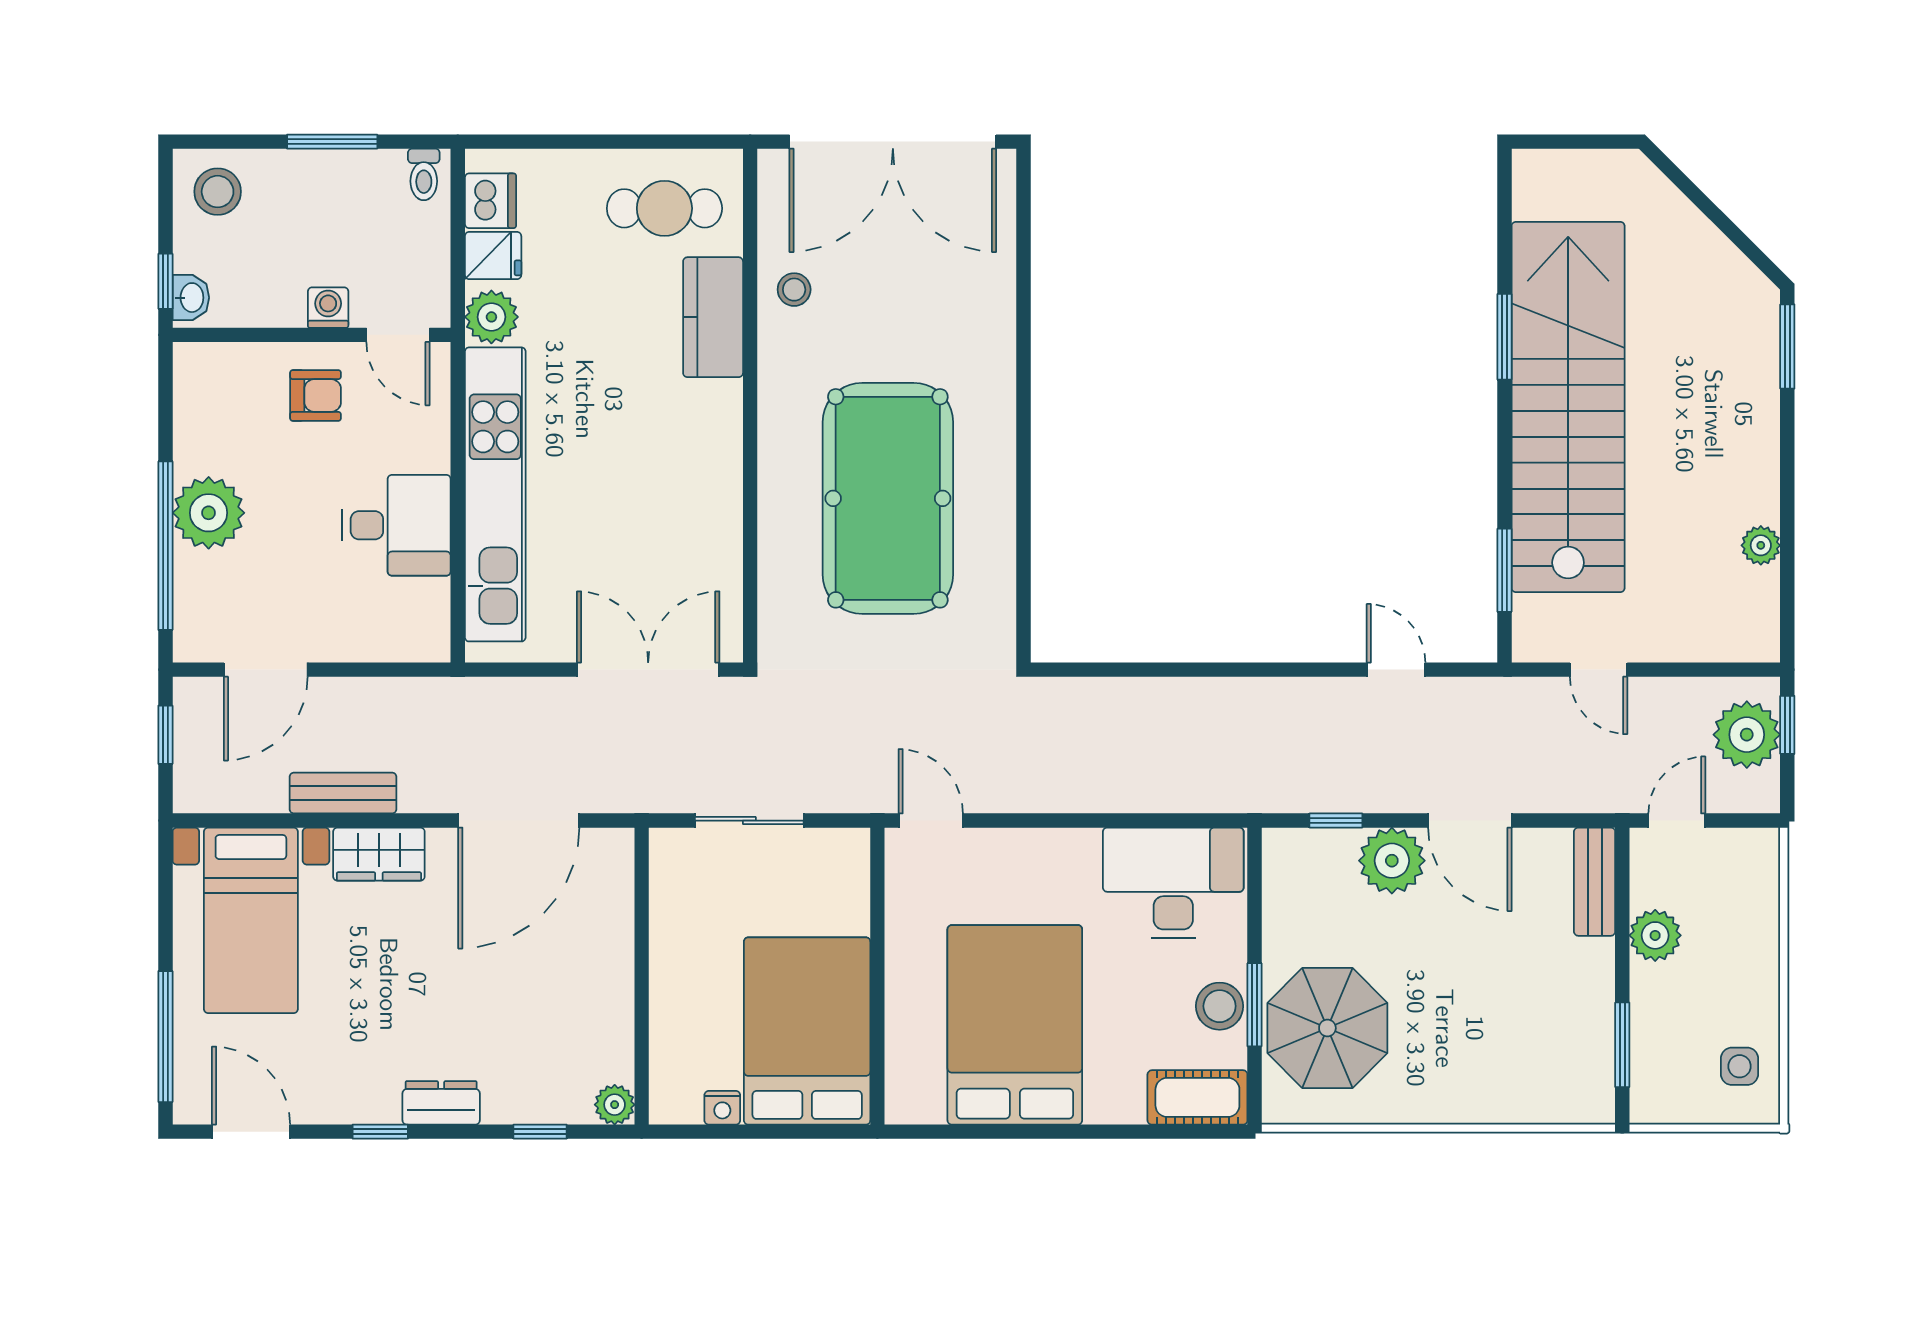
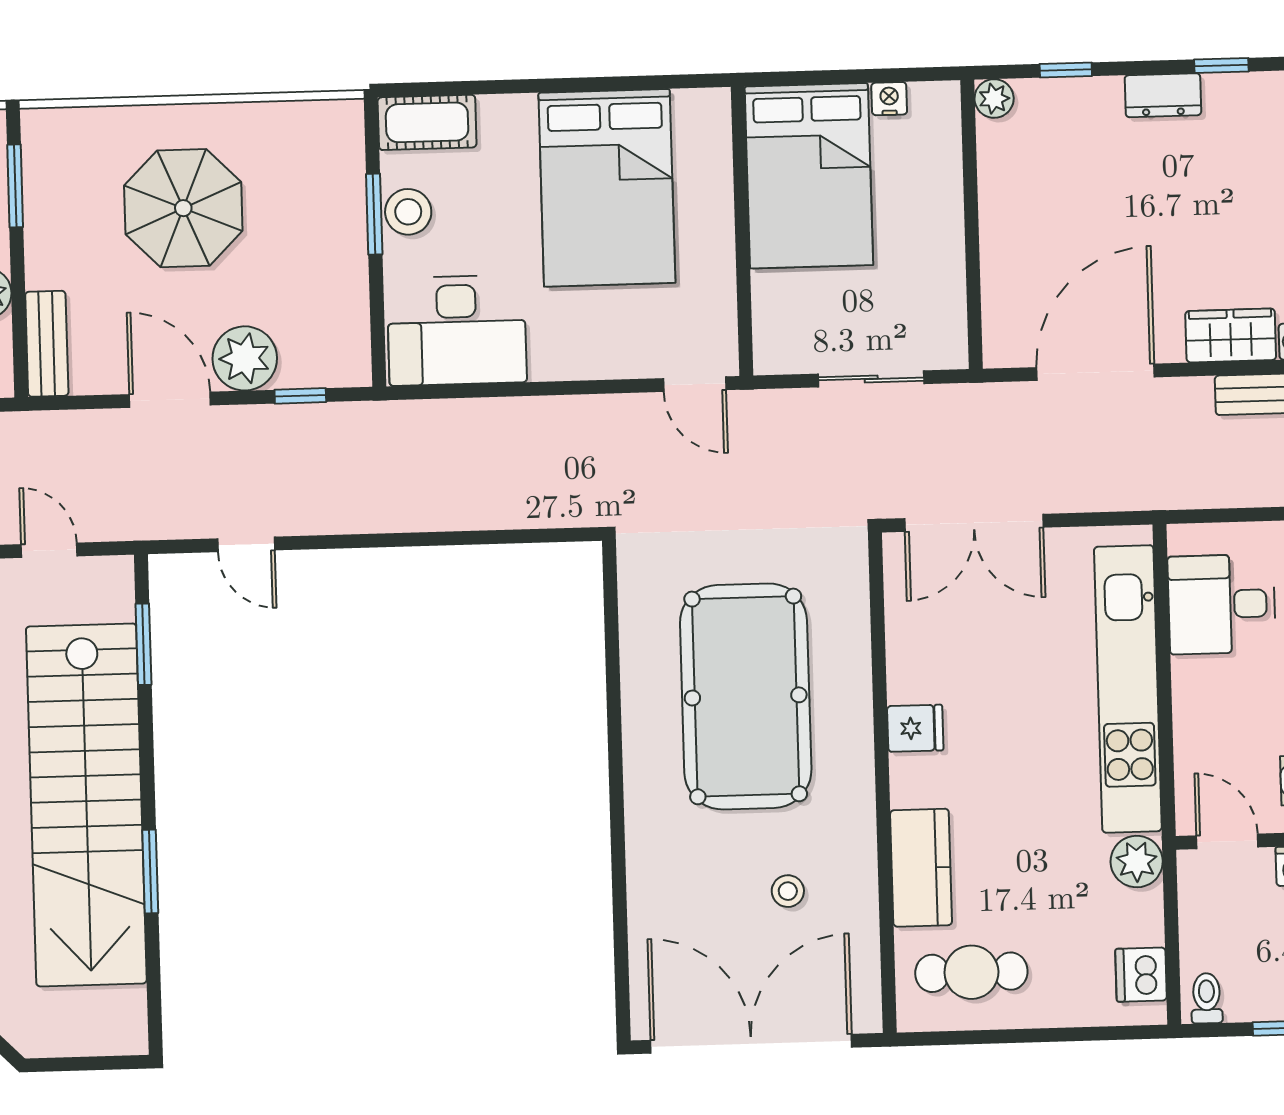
fridge: (493, 256) -> (915, 728), moved, turned 180
stool: (794, 290) -> (788, 891), moved
desk: (396, 525) -> (1222, 604), moved
parasol: (1327, 1028) -> (183, 208), moved

